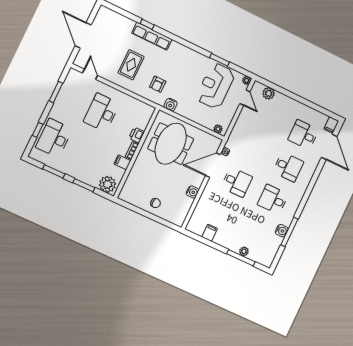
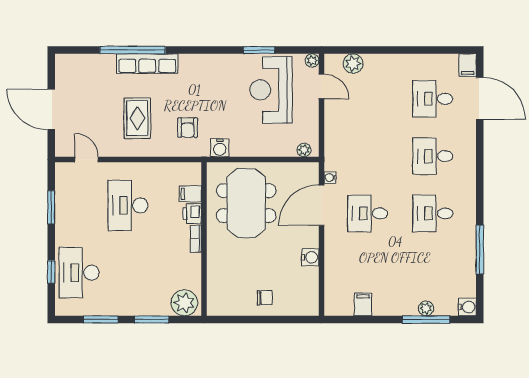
window: (147, 24) -> (133, 50), width x3.17
filing cabinet: (122, 162) -> (190, 194), moved
desk: (288, 167) -> (433, 156), turned 180
desk: (237, 182) -> (368, 213), turned 180
water cooler: (282, 231) -> (467, 307), moved

